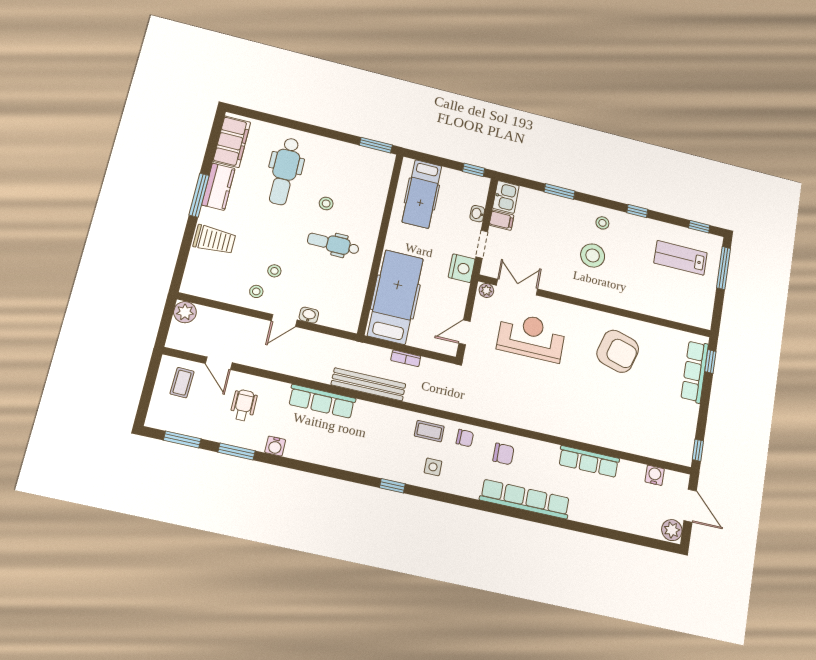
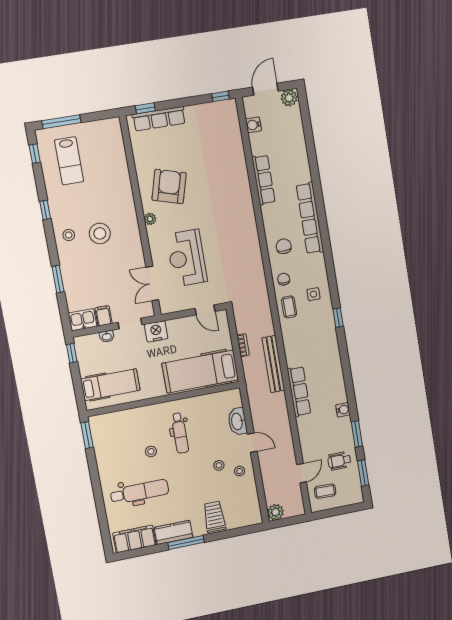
plant: (486, 290) -> (150, 219), moved
washbasin: (309, 315) -> (237, 421), width x1.91, depth x1.45
wheelchair: (244, 405) -> (339, 461), moved

